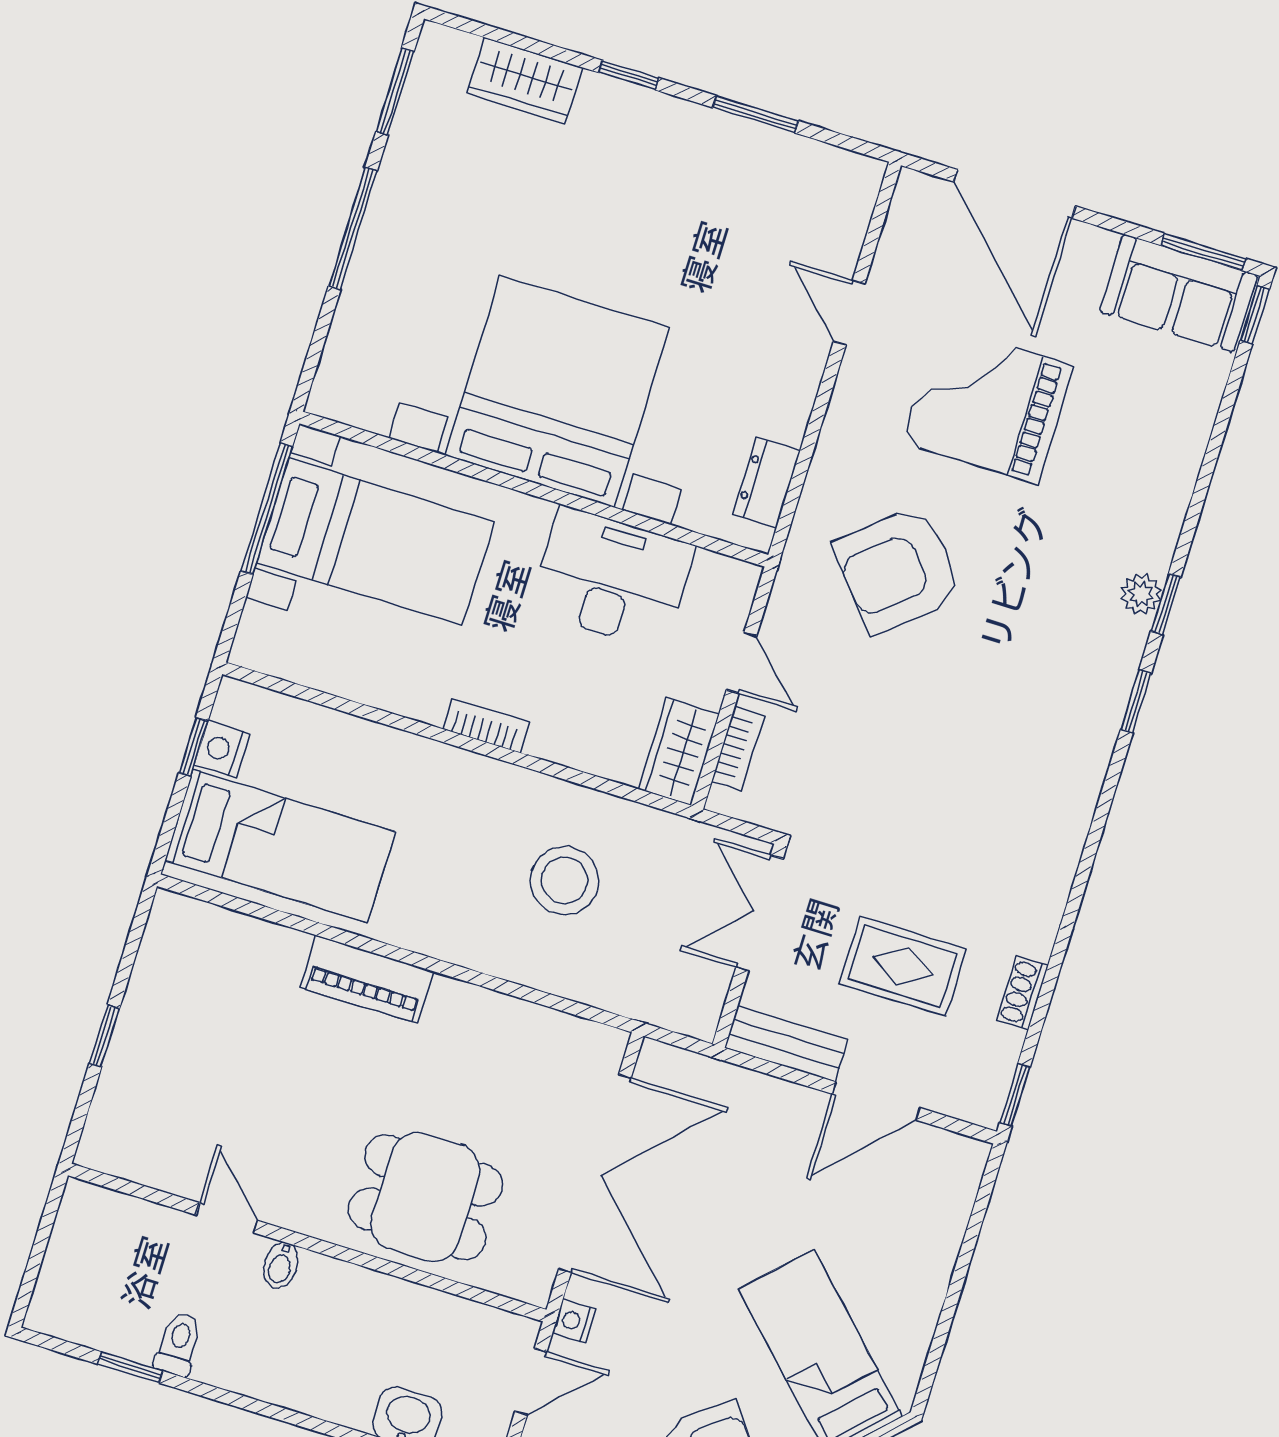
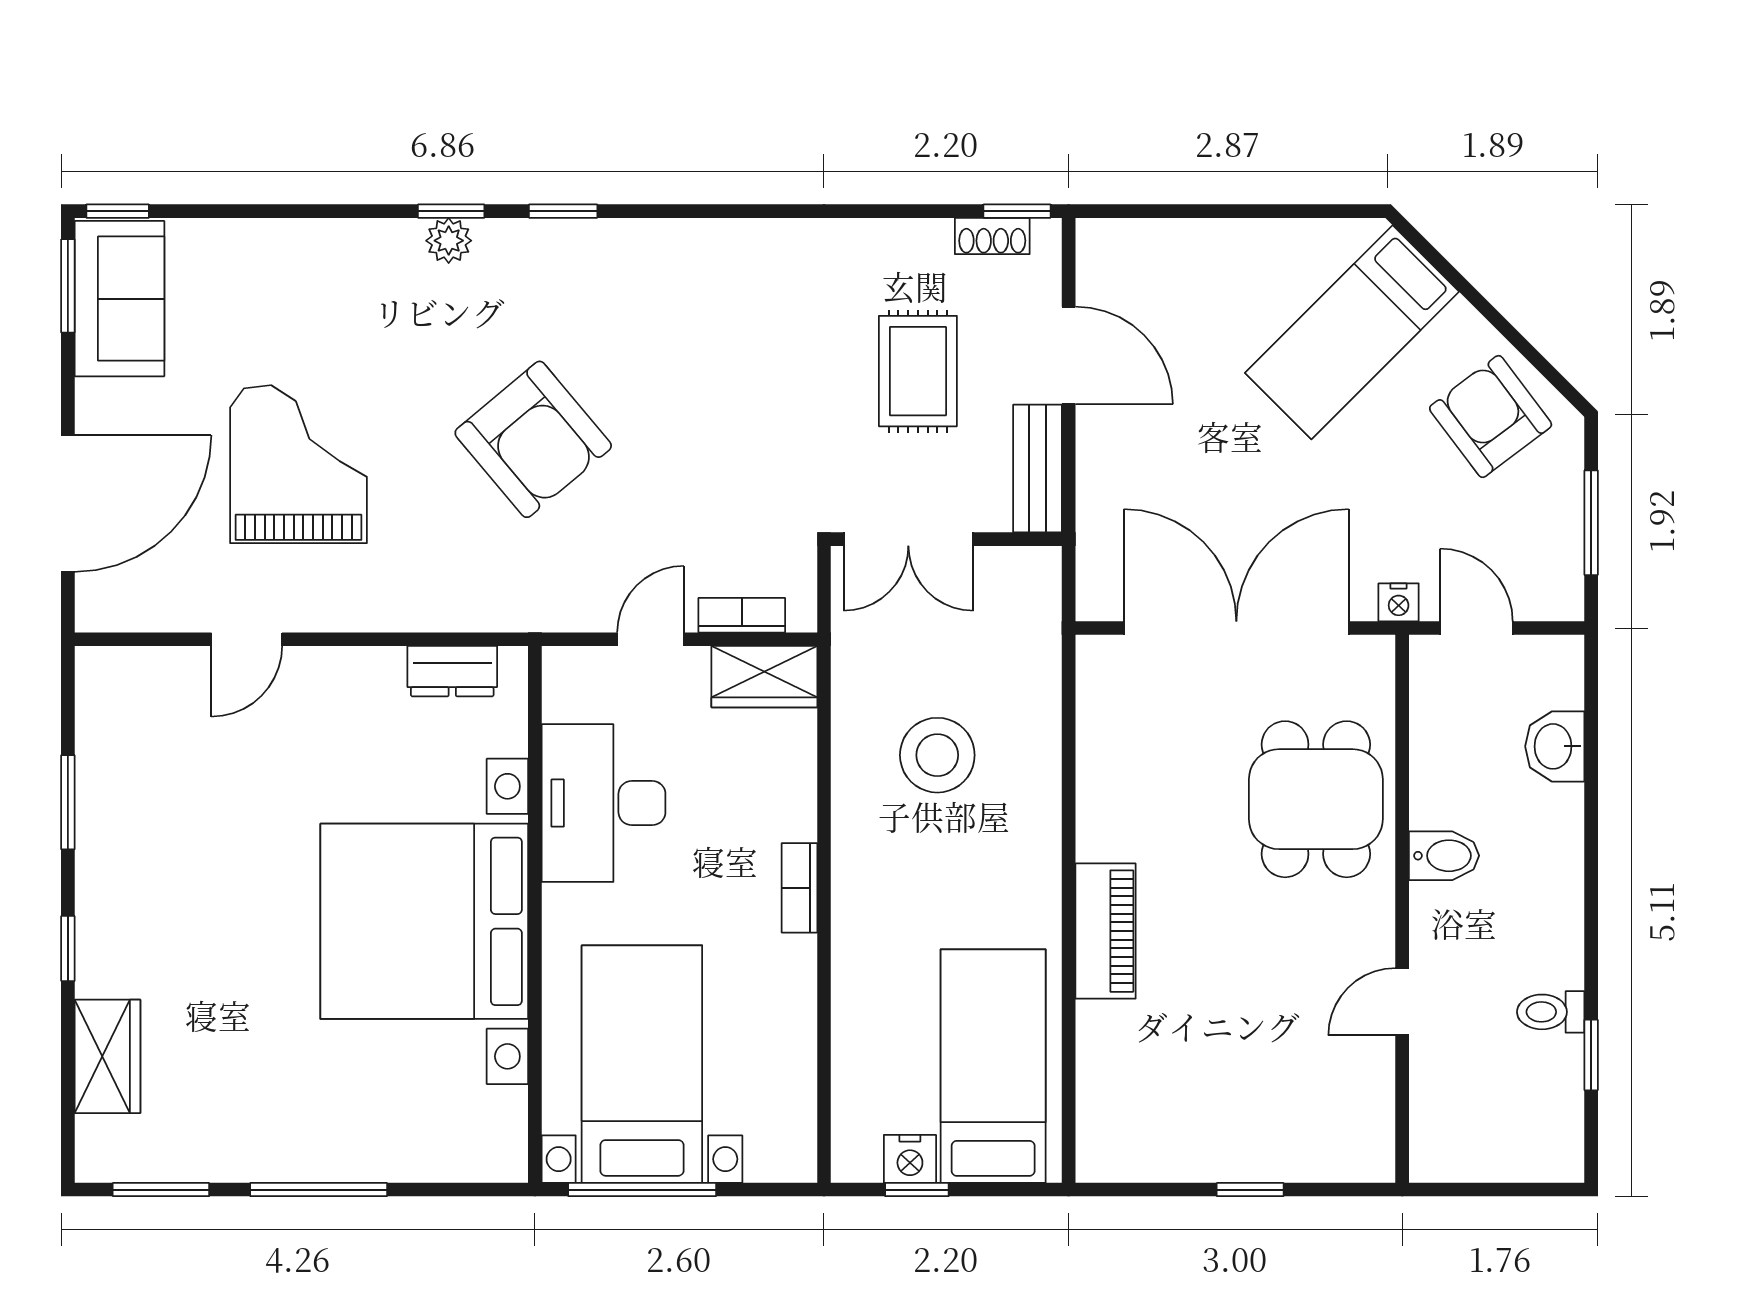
grand piano: (987, 404) -> (298, 464), turned 180
armchair: (898, 570) -> (533, 439), moved
shoe rack: (1023, 993) -> (992, 236), moved
bidet: (281, 1265) -> (1444, 856), moved, width x1.38, depth x1.36

